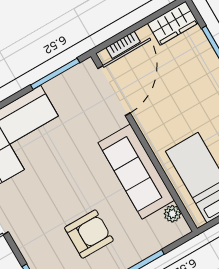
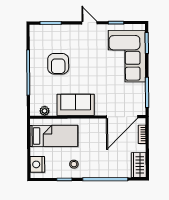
door: (114, 91) -> (122, 117), hinge flipped
sofa: (136, 172) -> (76, 105), width x0.73

